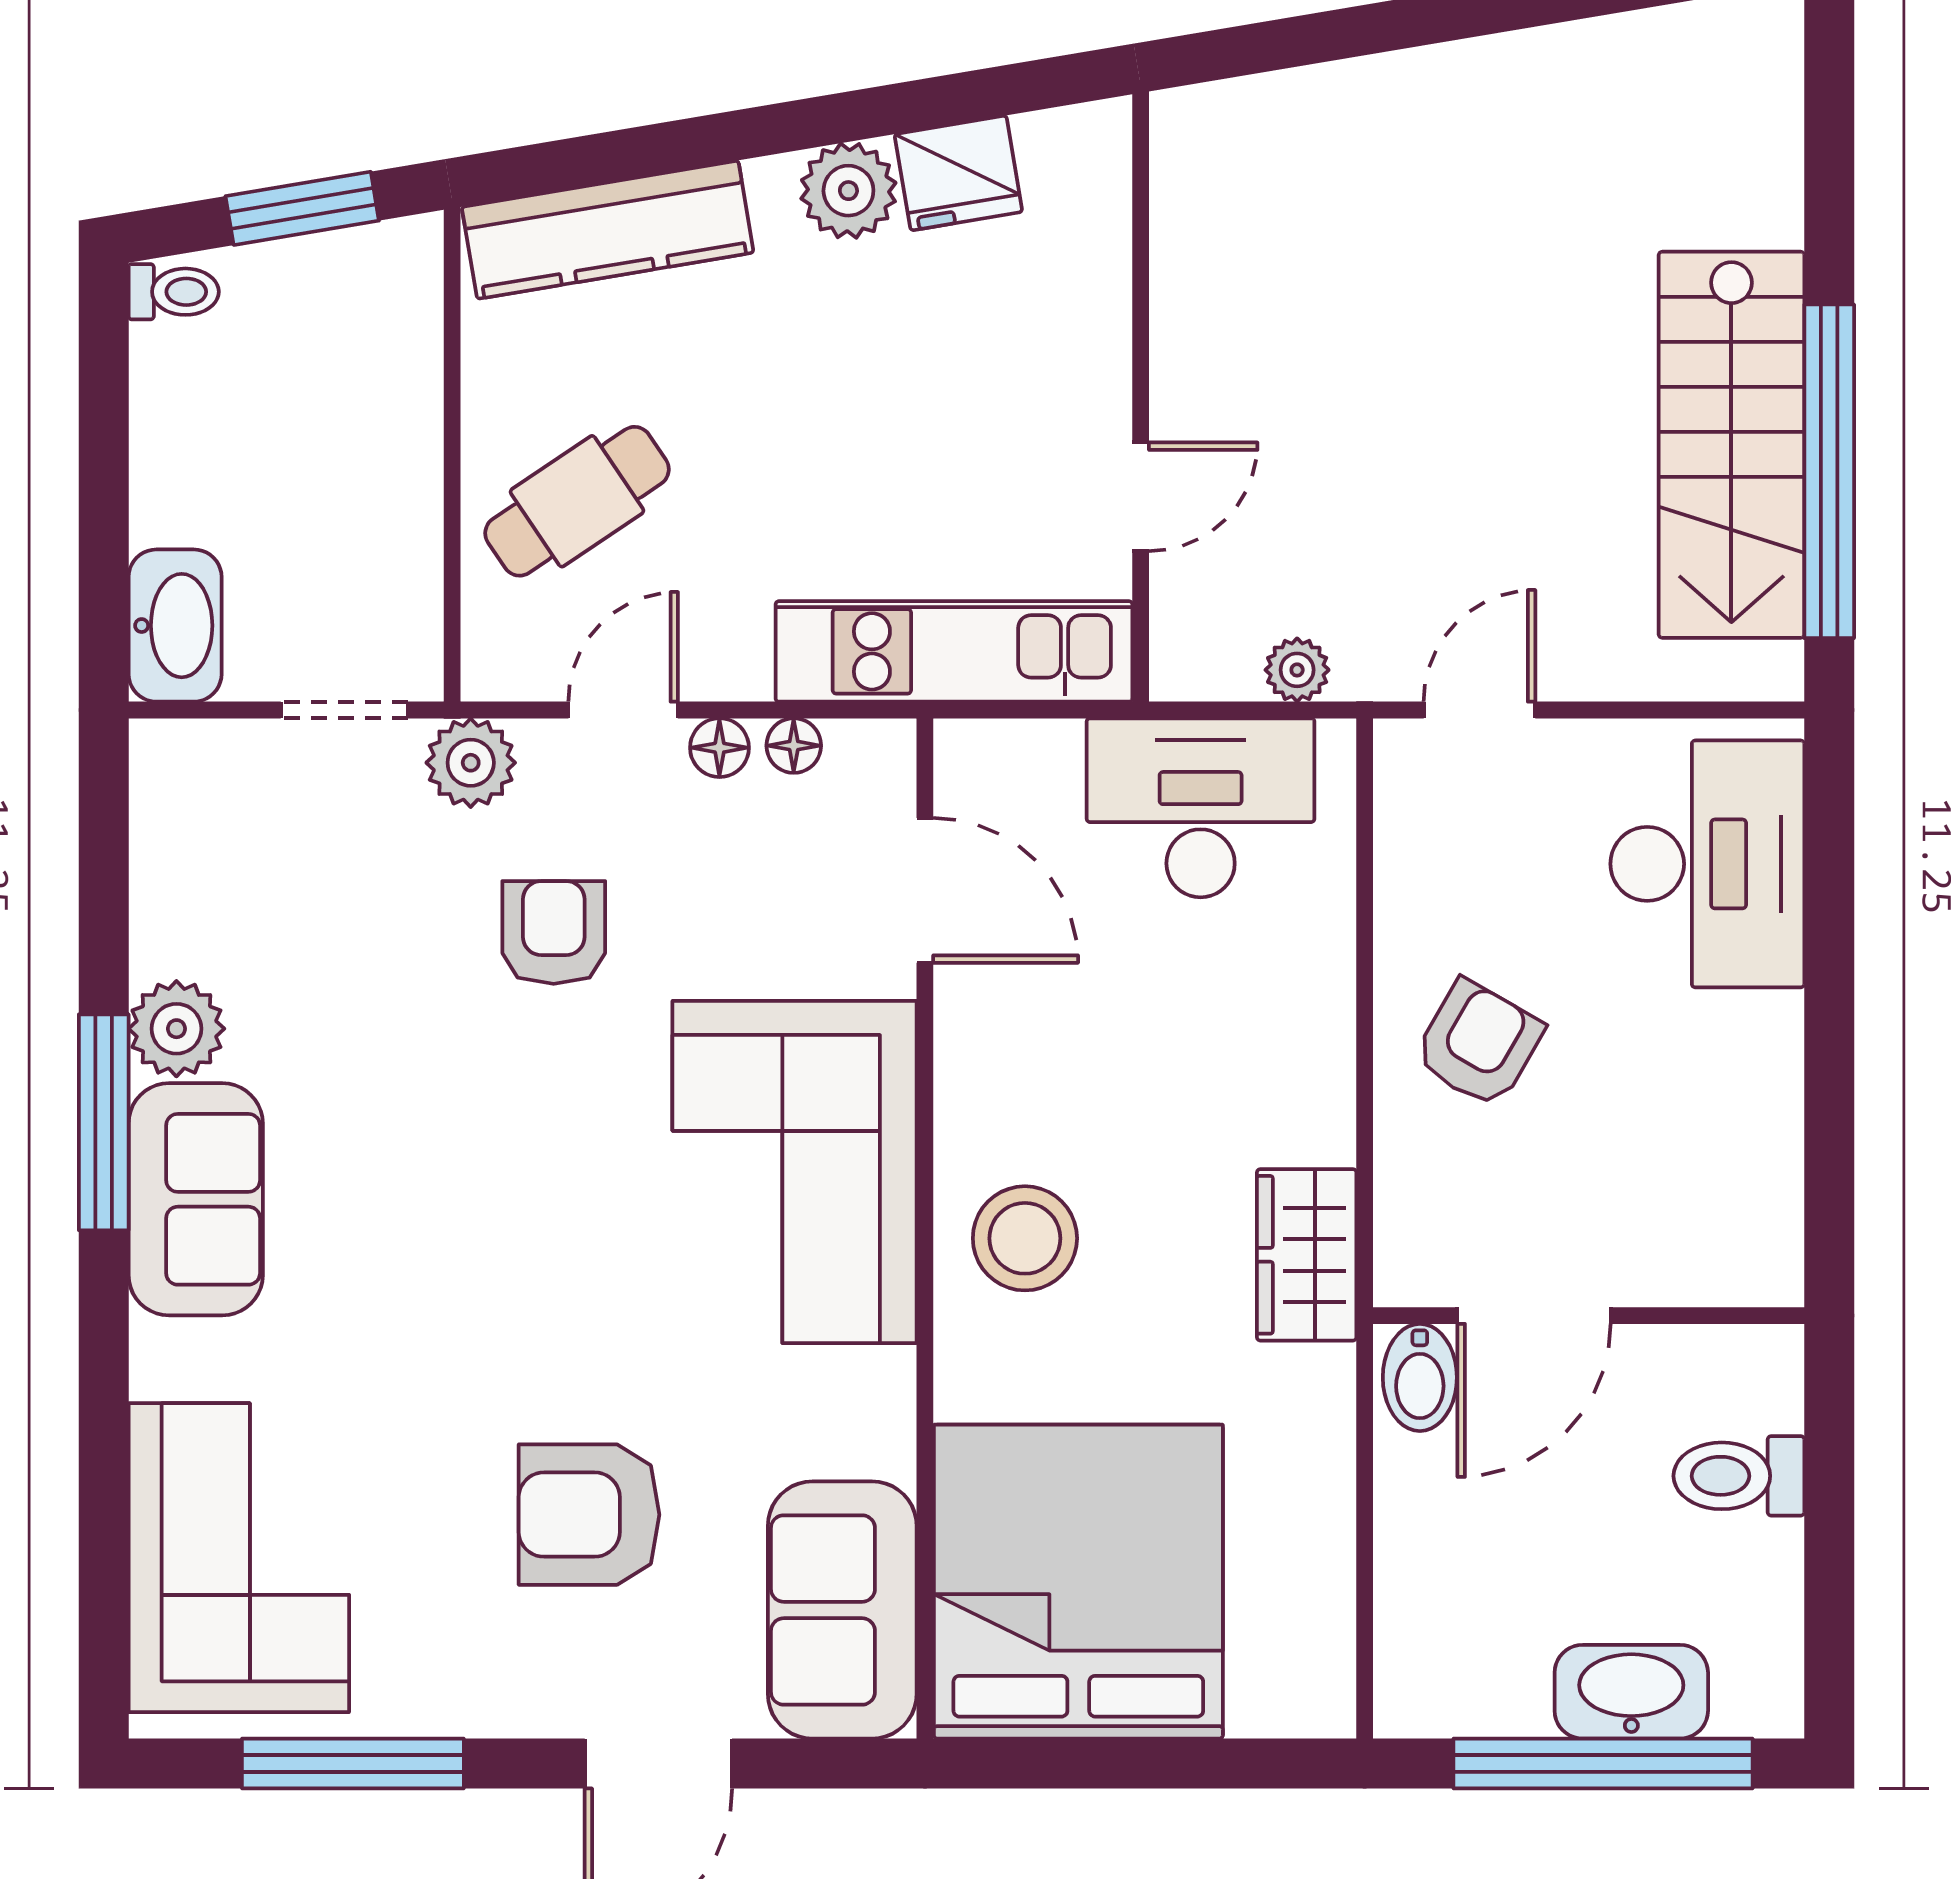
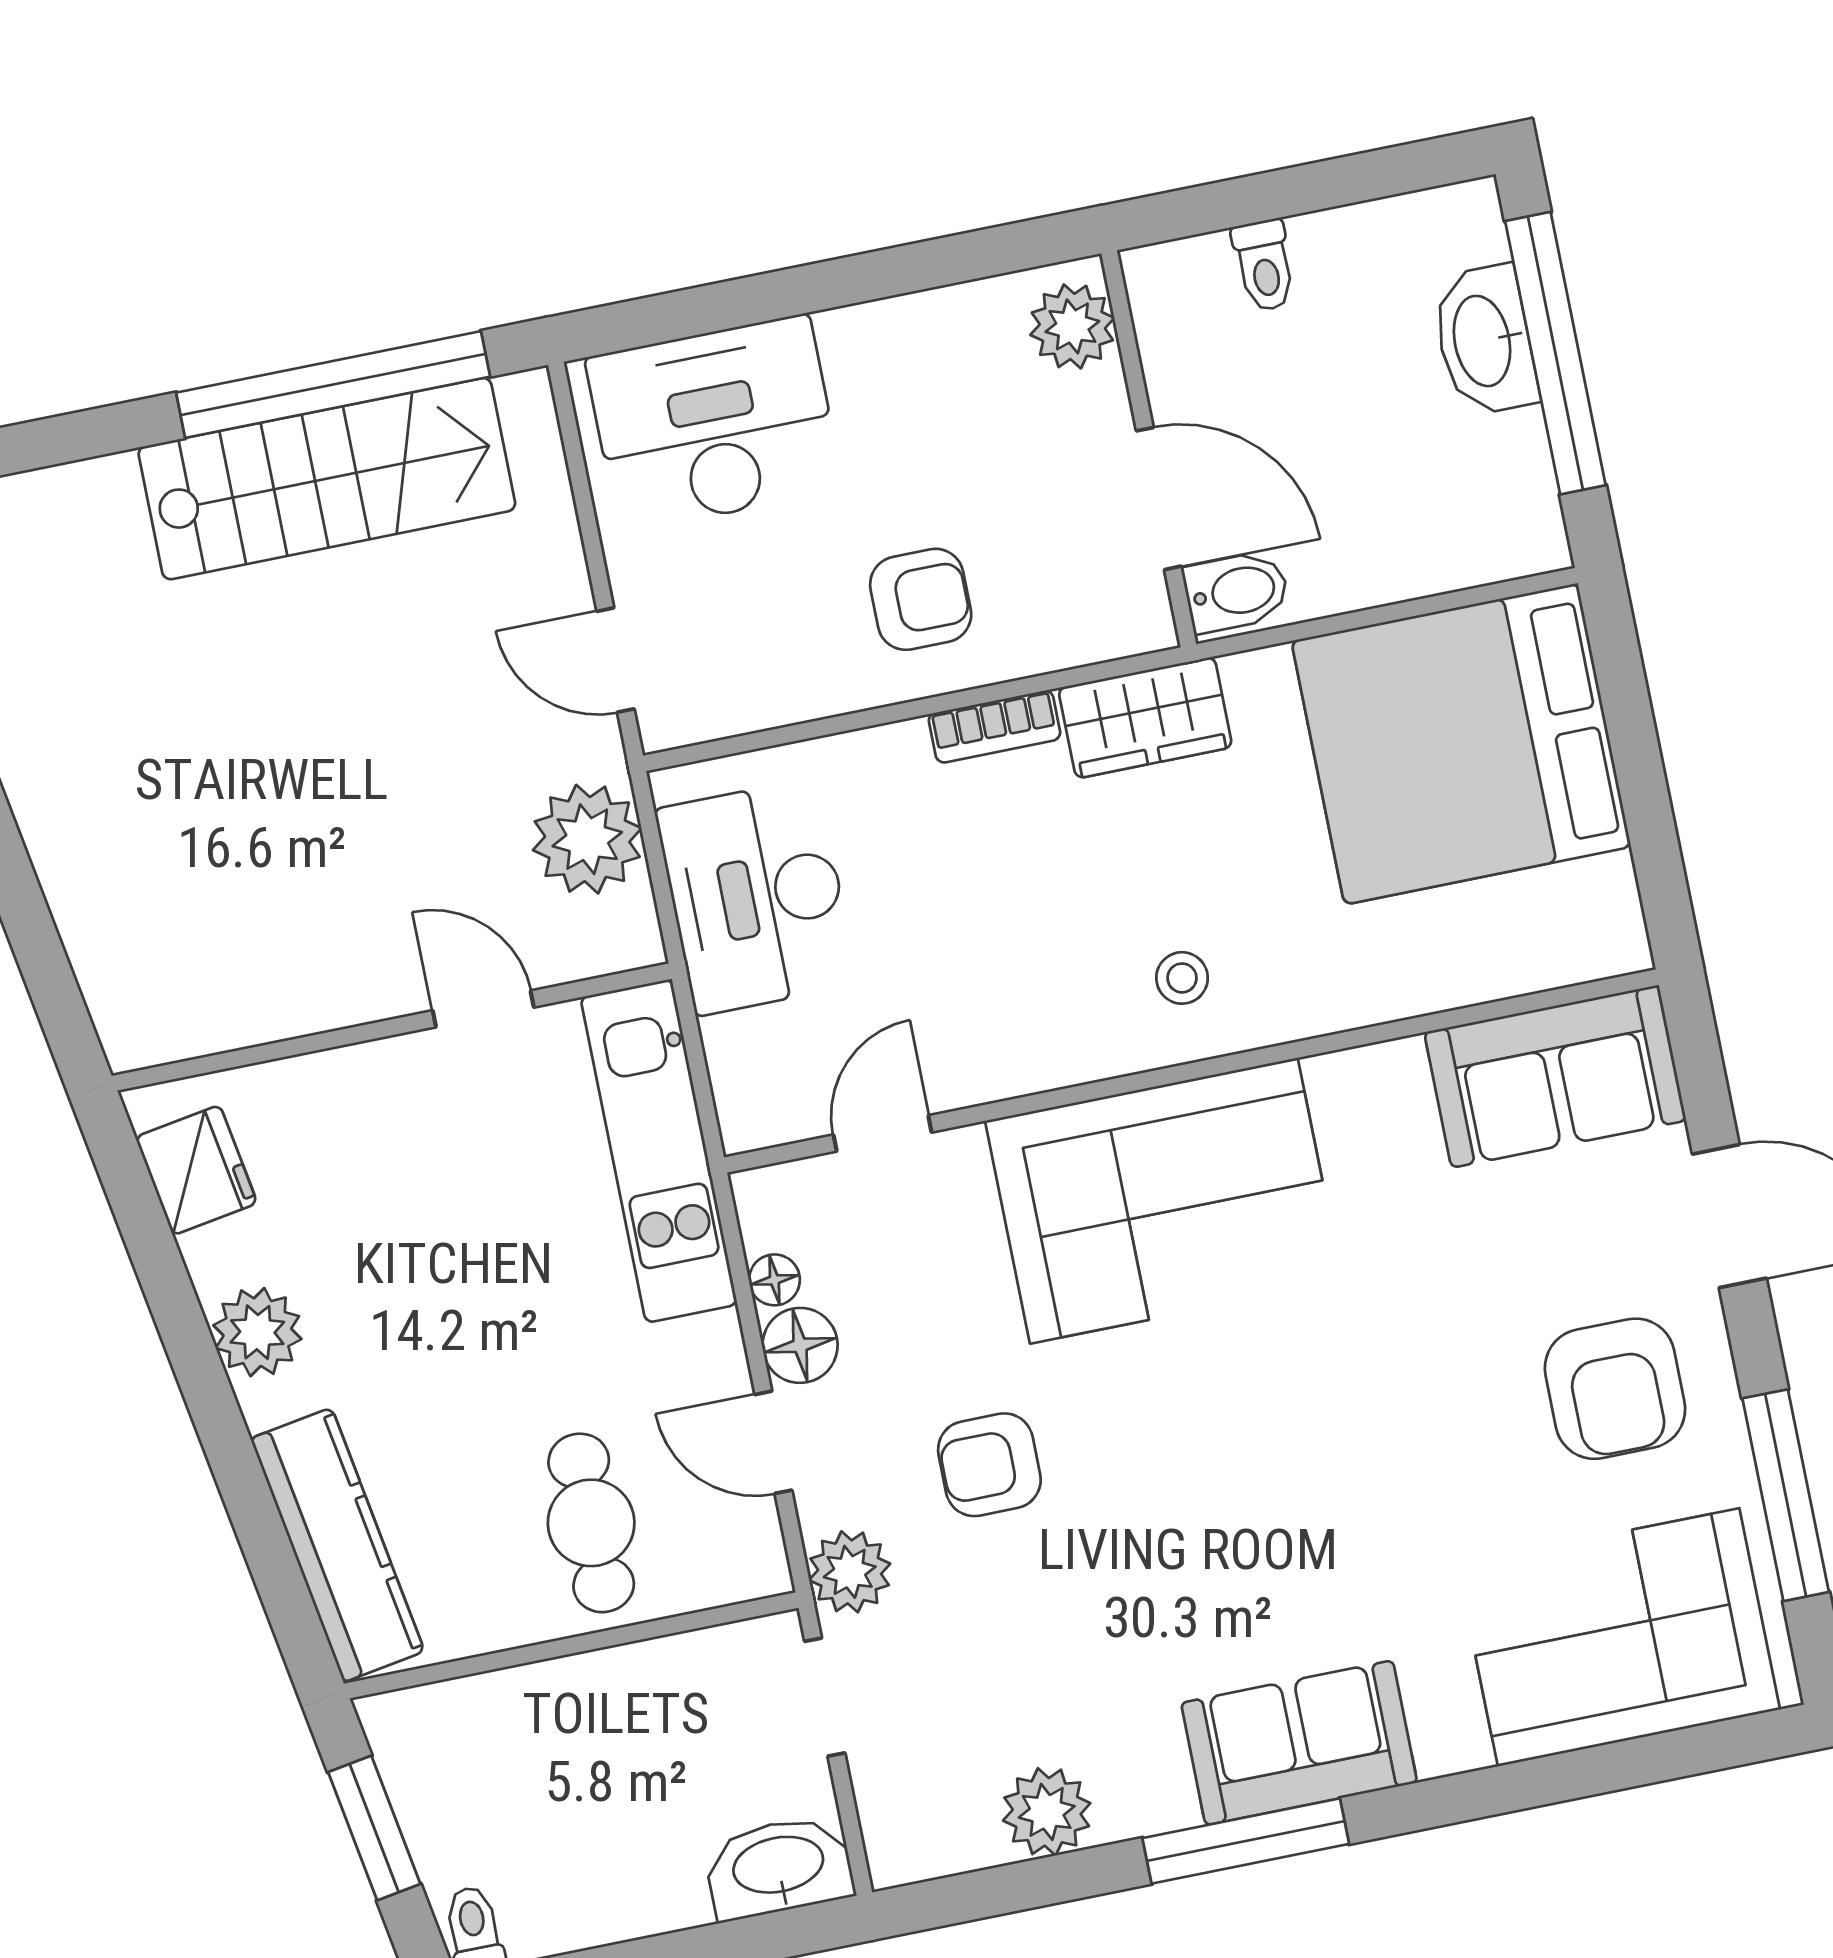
fridge: (958, 173) -> (196, 1170), moved
cafe table: (577, 501) -> (591, 1523), turned 34
plant: (1297, 670) -> (587, 839), width x1.88, depth x1.88
floor lamp: (719, 748) -> (800, 1345), width x1.37, depth x1.37
door: (925, 890) -> (883, 1133), width x0.73
plant: (176, 1029) -> (1047, 1812), moved
armchair: (1479, 1044) -> (921, 599), turned 150
bookcase: (1329, 1094) -> (995, 727), added
stool: (1025, 1238) -> (1182, 978), width x0.53, depth x0.53
plant: (1733, 1261) -> (1072, 326), added
toilet: (1739, 1476) -> (1264, 265), width x0.73, depth x0.72
armchair: (589, 1515) -> (1615, 1389), moved
bed: (1078, 1582) -> (1461, 744), moved

